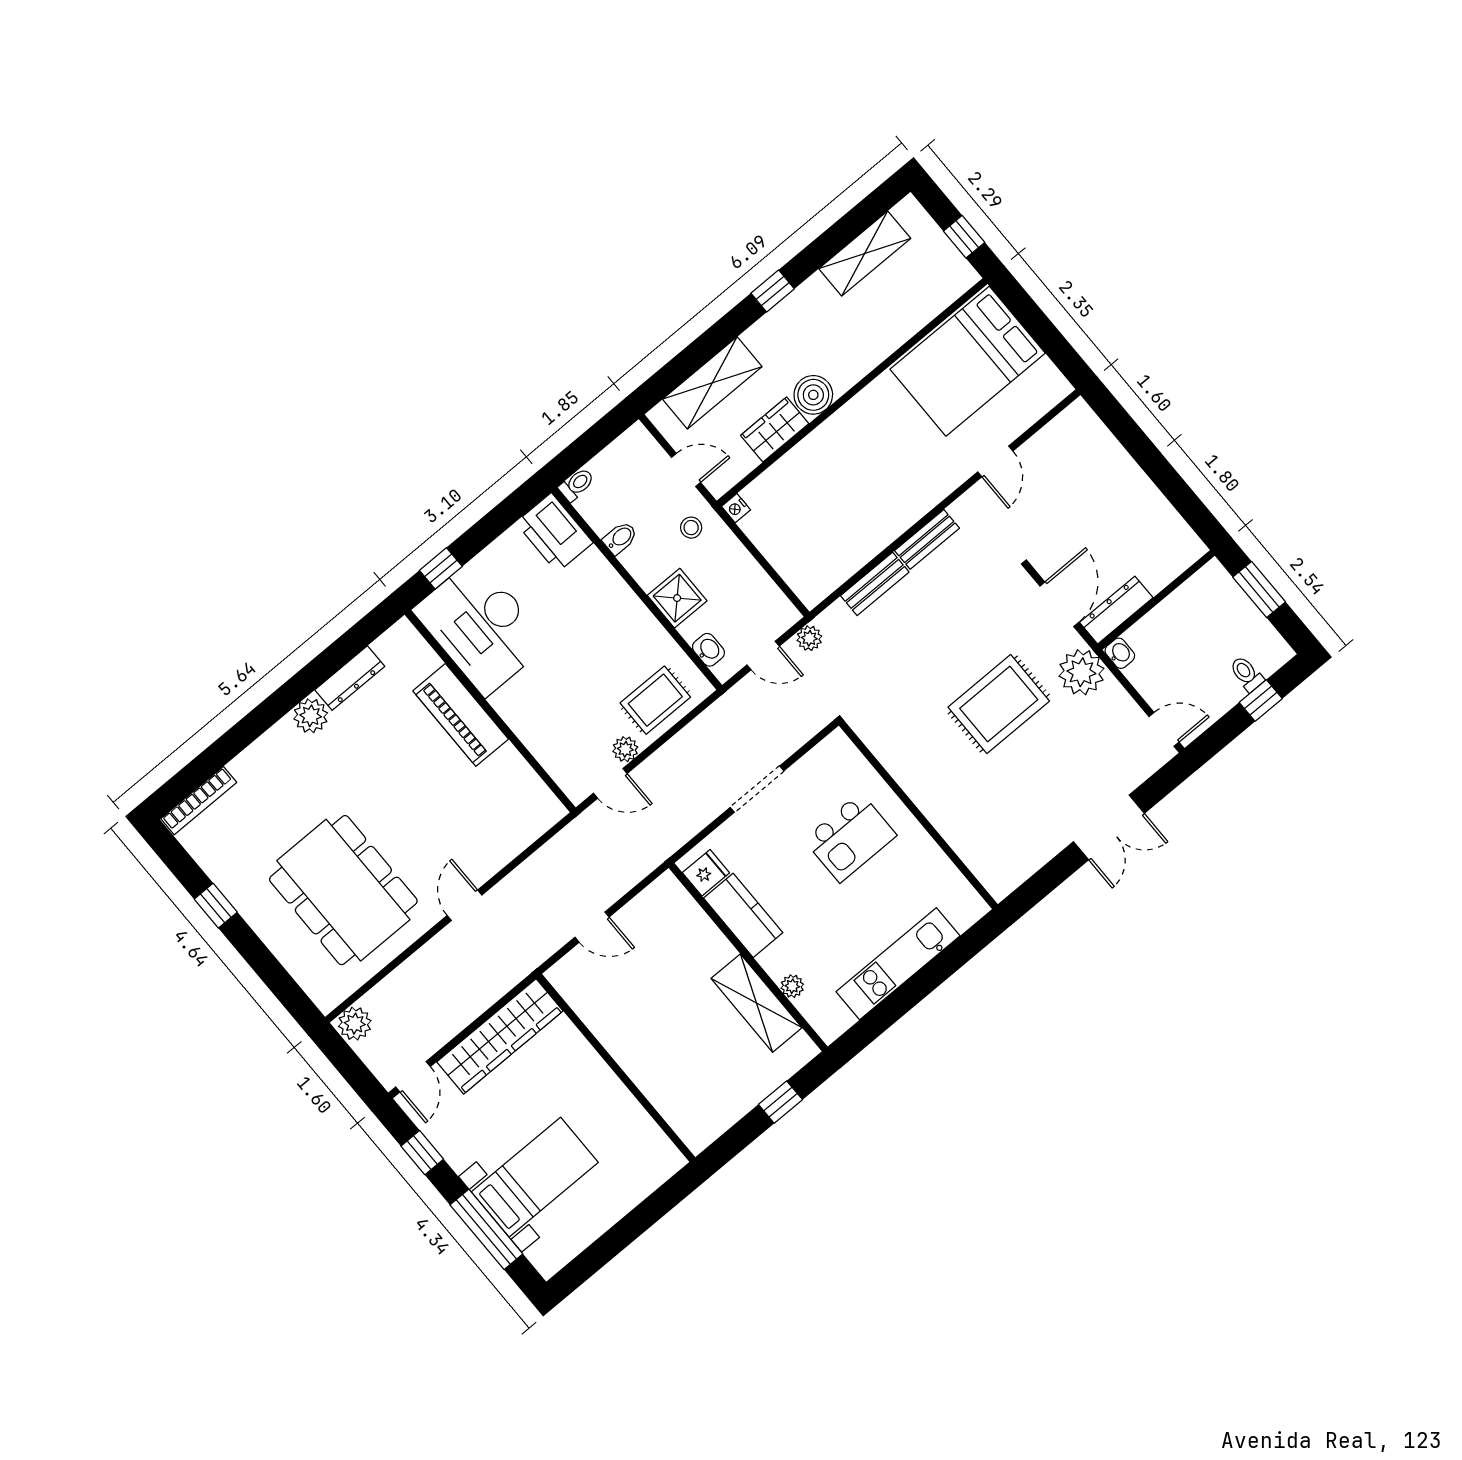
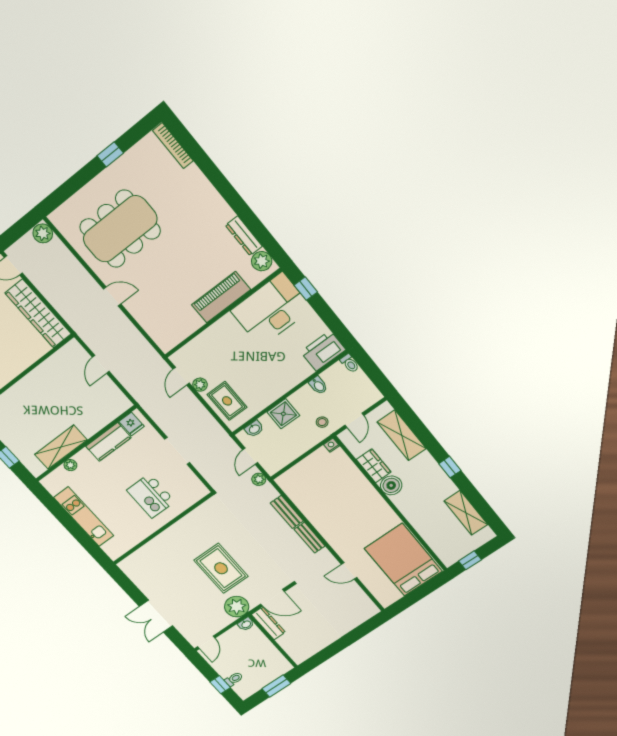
plant: (311, 716) -> (262, 261), moved

